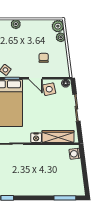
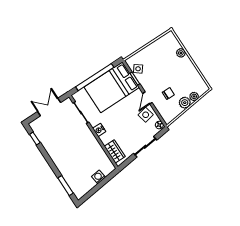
plant: (58, 26) -> (185, 103), moved
wardrobe: (58, 136) -> (115, 151), width x0.67
washing machine: (75, 154) -> (99, 177), moved

